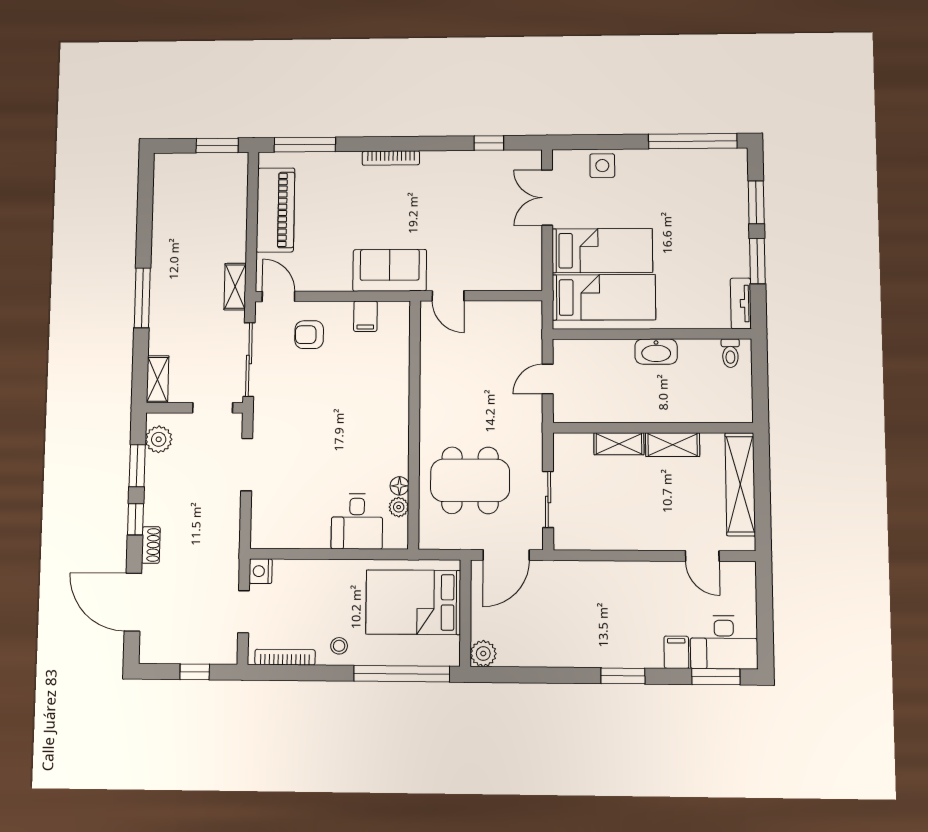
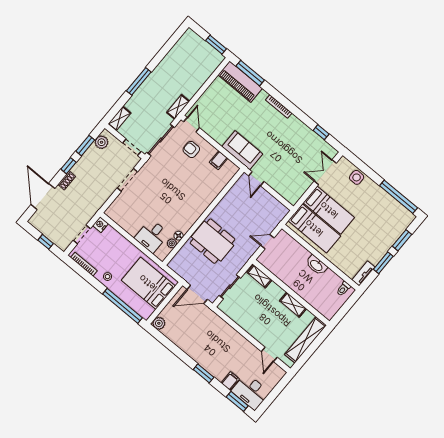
piano: (275, 210) -> (240, 82), moved, turned 90
shelving: (619, 444) -> (259, 276), moved
dining table: (470, 480) -> (212, 241), moved

